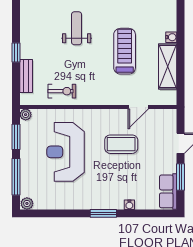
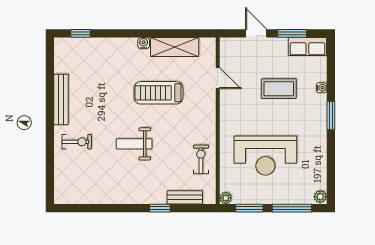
coffee table: (121, 144) -> (279, 89), moved, turned 90

